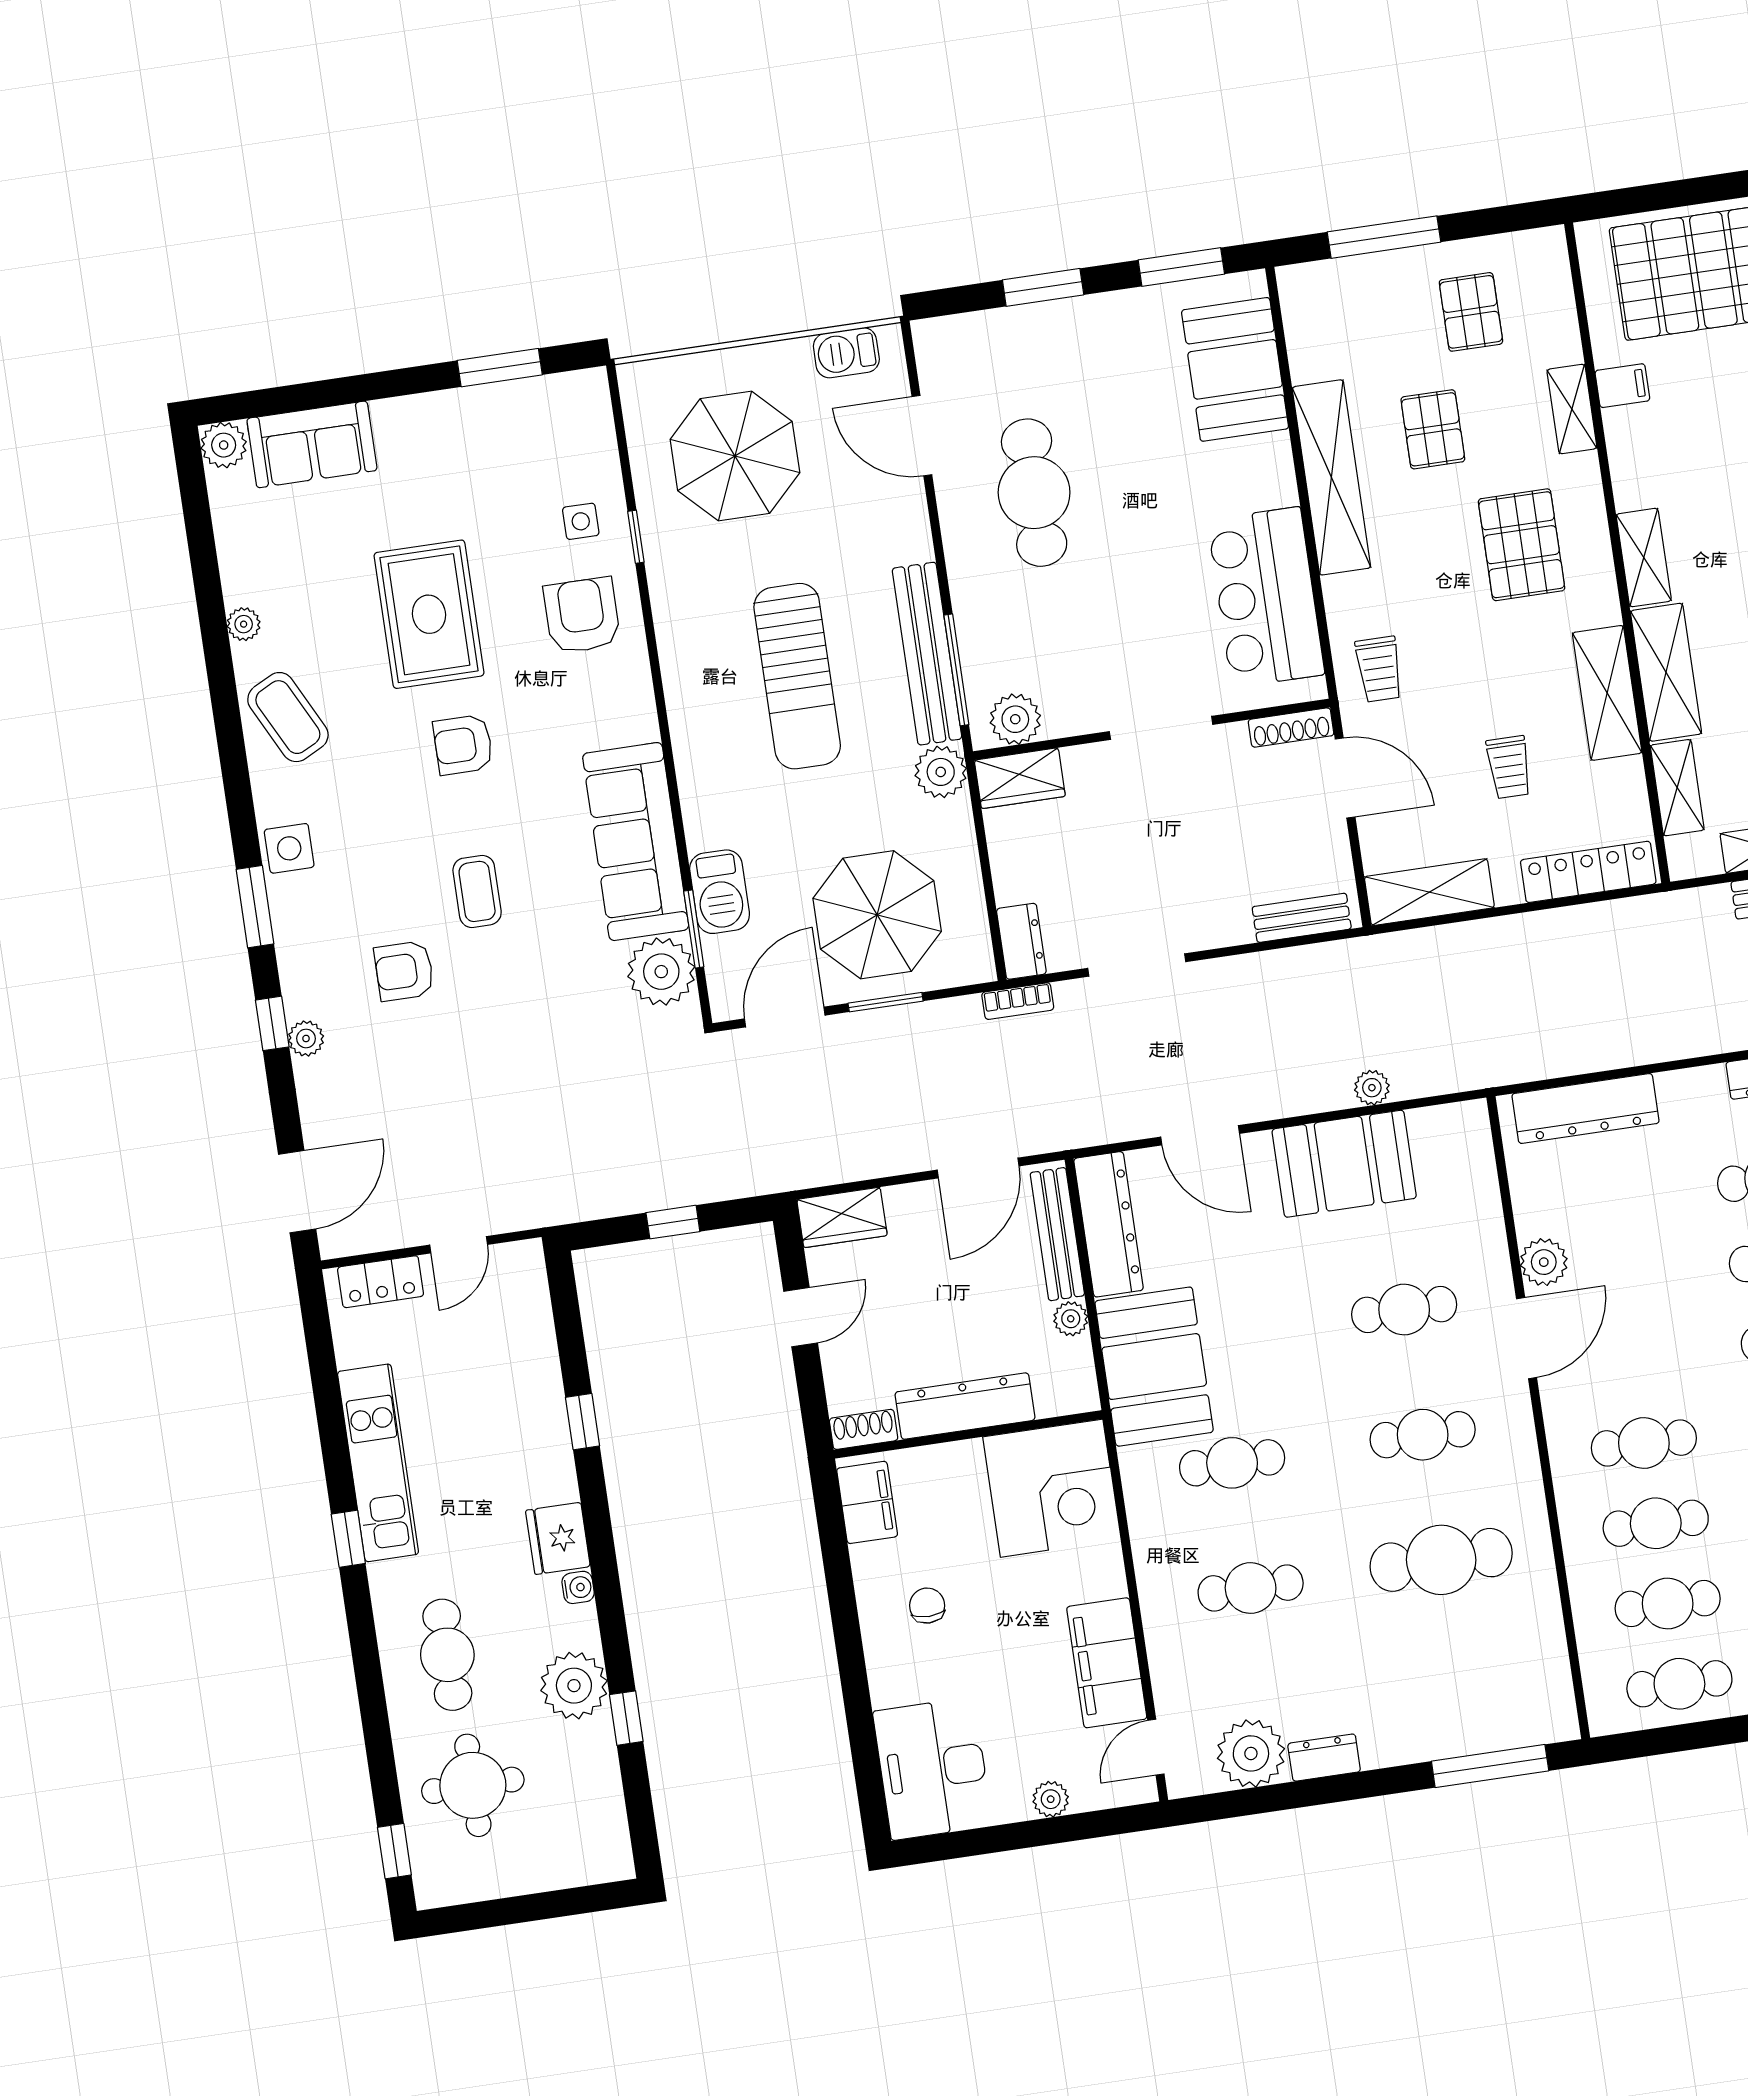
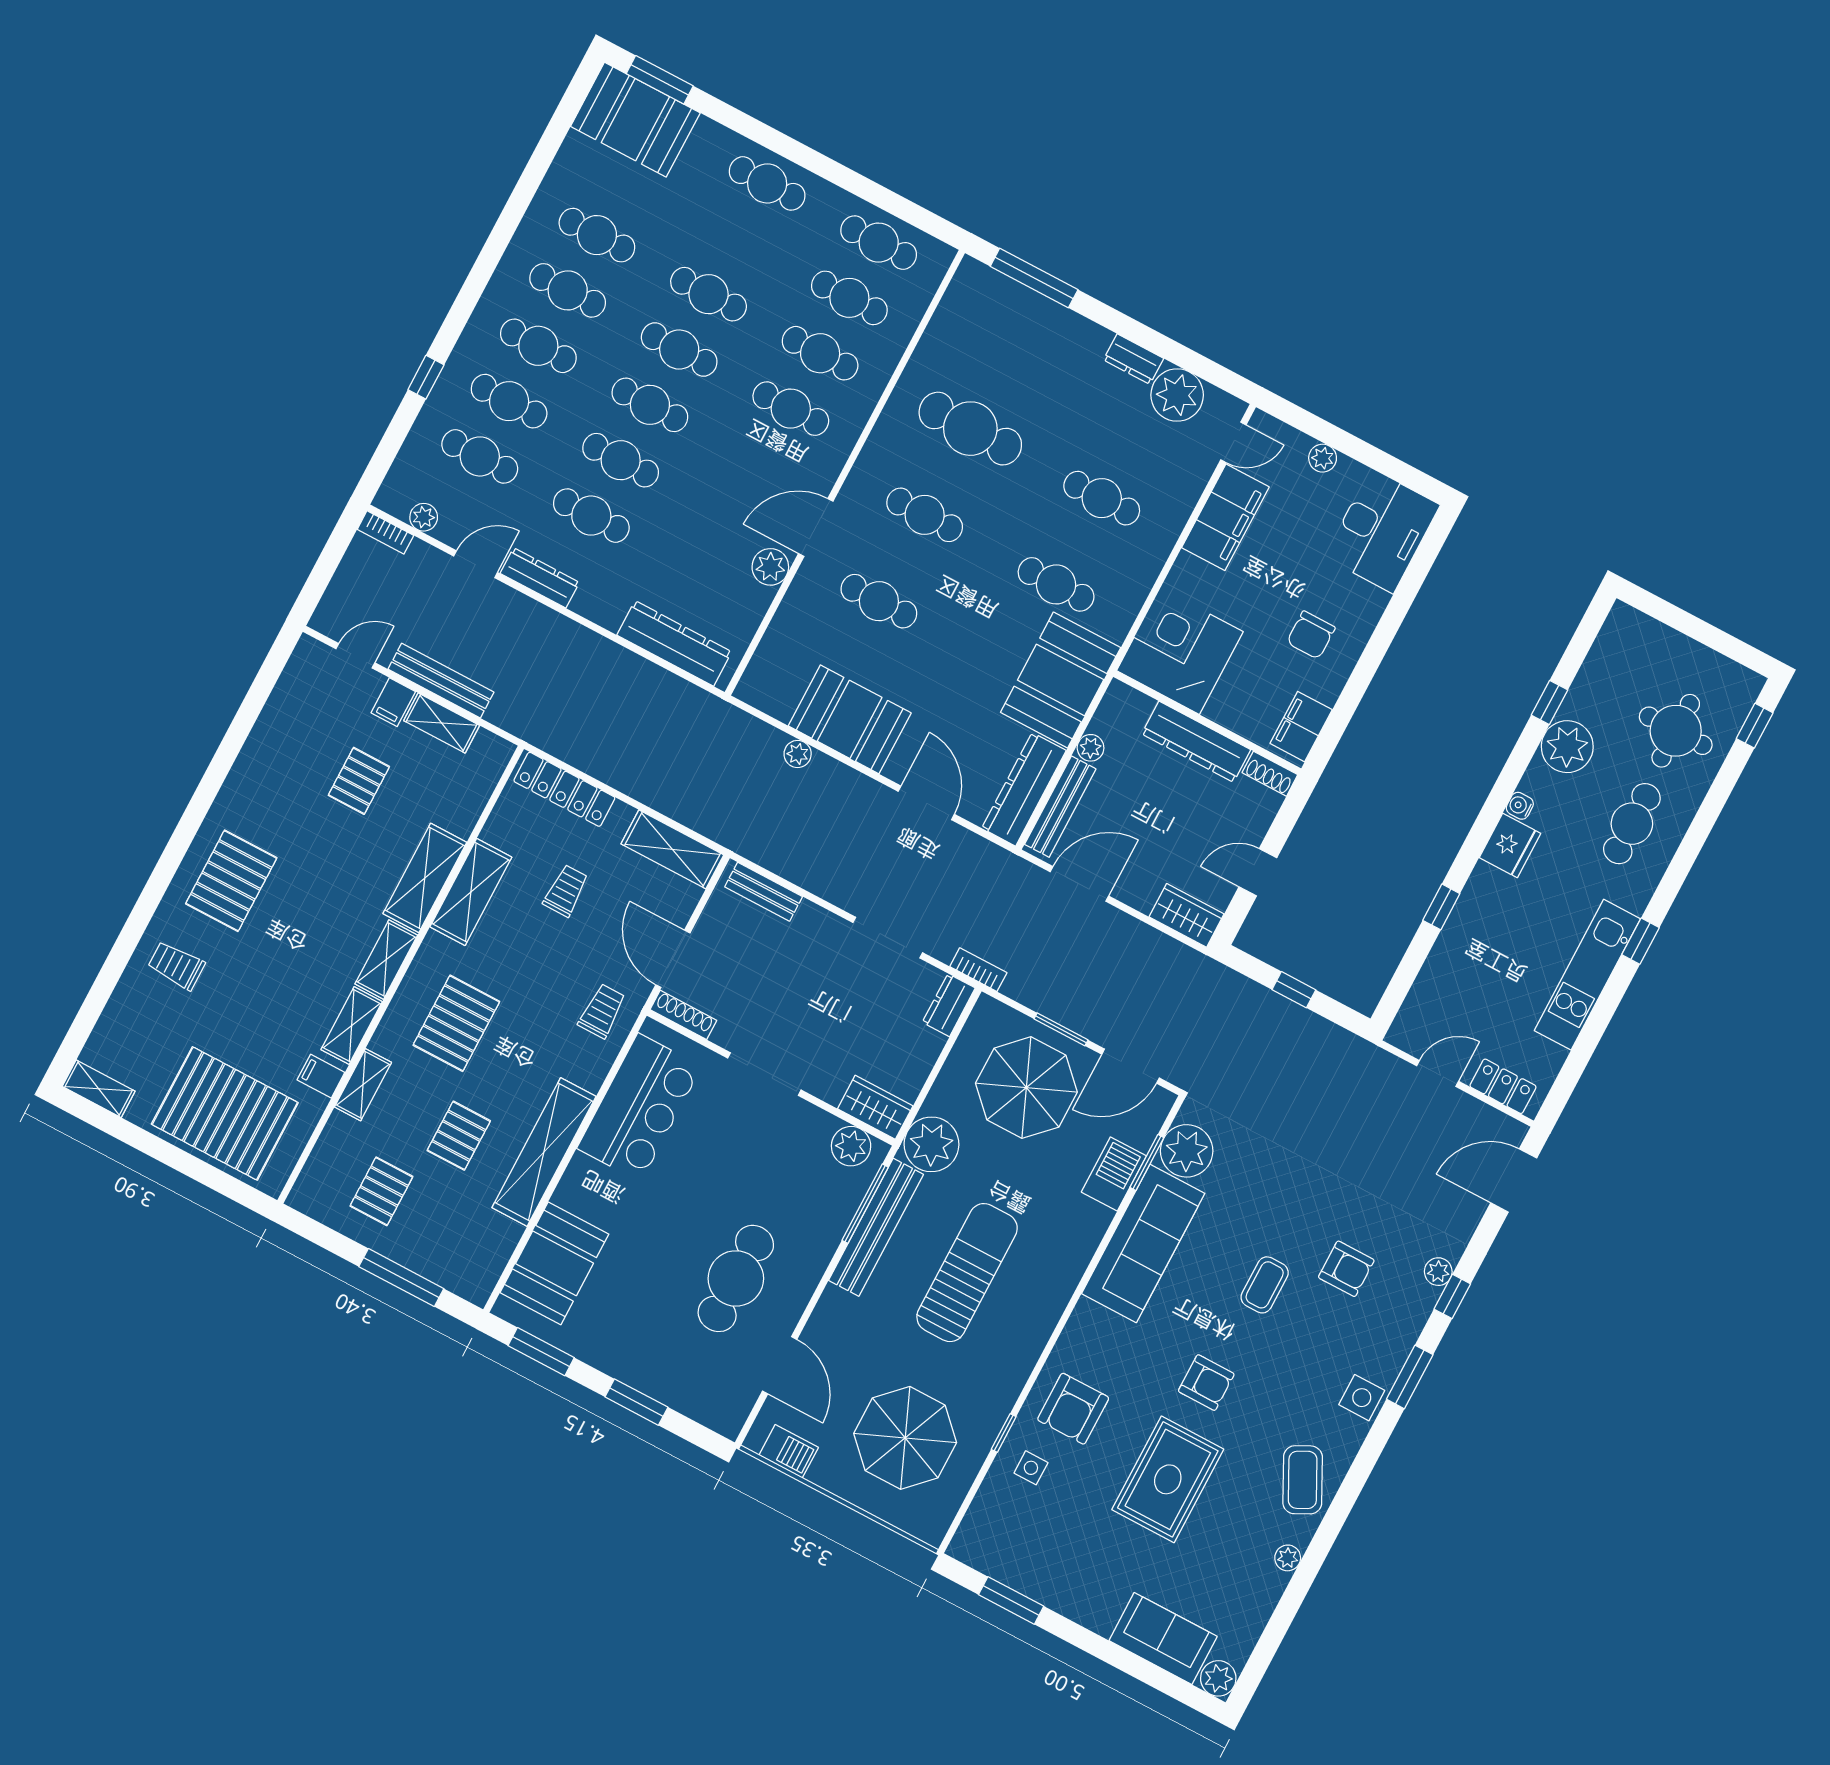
plant: (941, 772) -> (931, 1144), width x1.36, depth x1.36
shelving: (1677, 788) -> (352, 1026), moved
chair: (927, 1606) -> (1311, 635), width x1.37, depth x1.37

